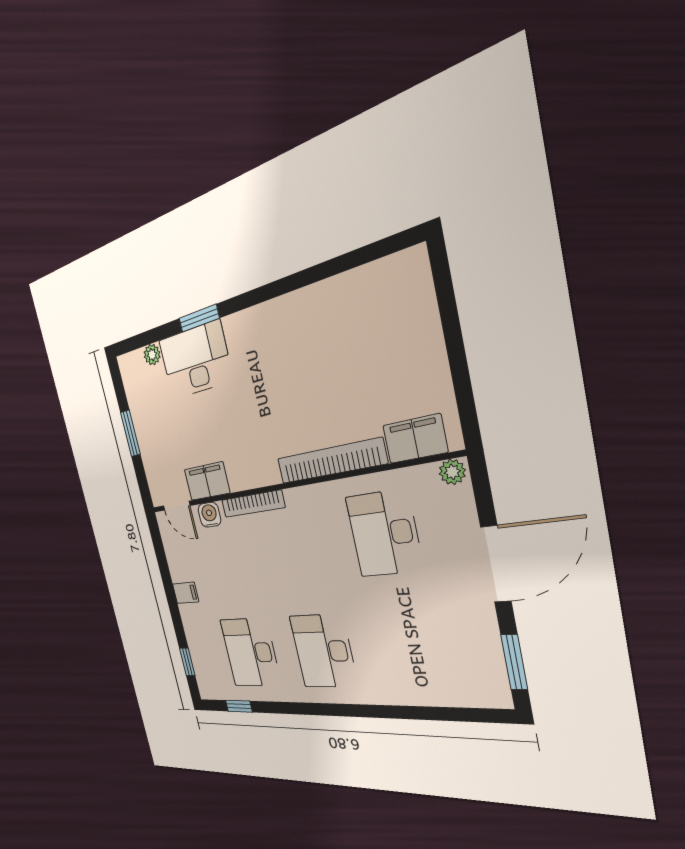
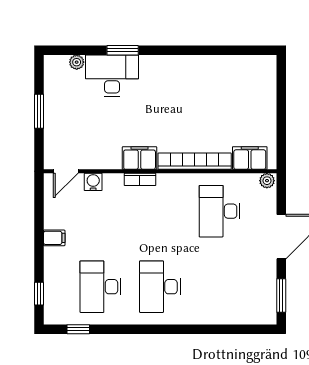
filing cabinet: (207, 481) -> (140, 158), moved
bookcase: (253, 504) -> (140, 179), width x0.64
door: (177, 506) -> (66, 171), hinge flipped

